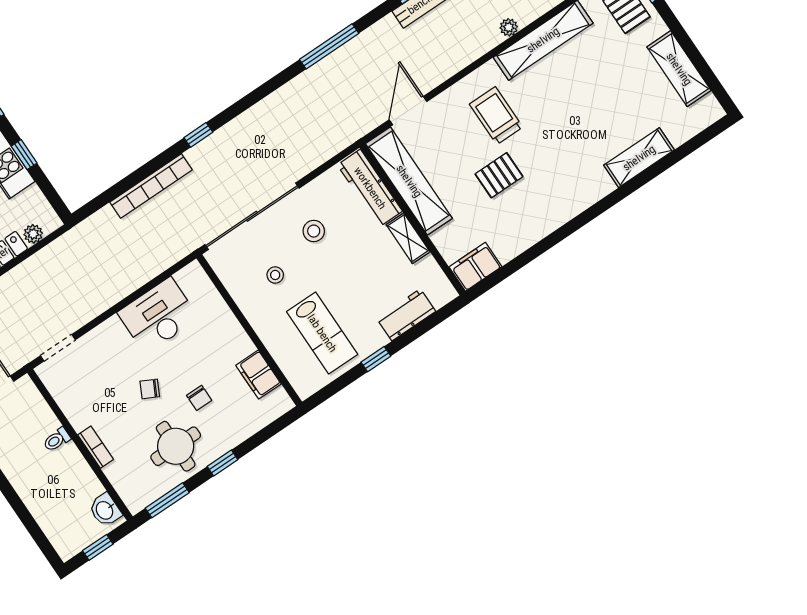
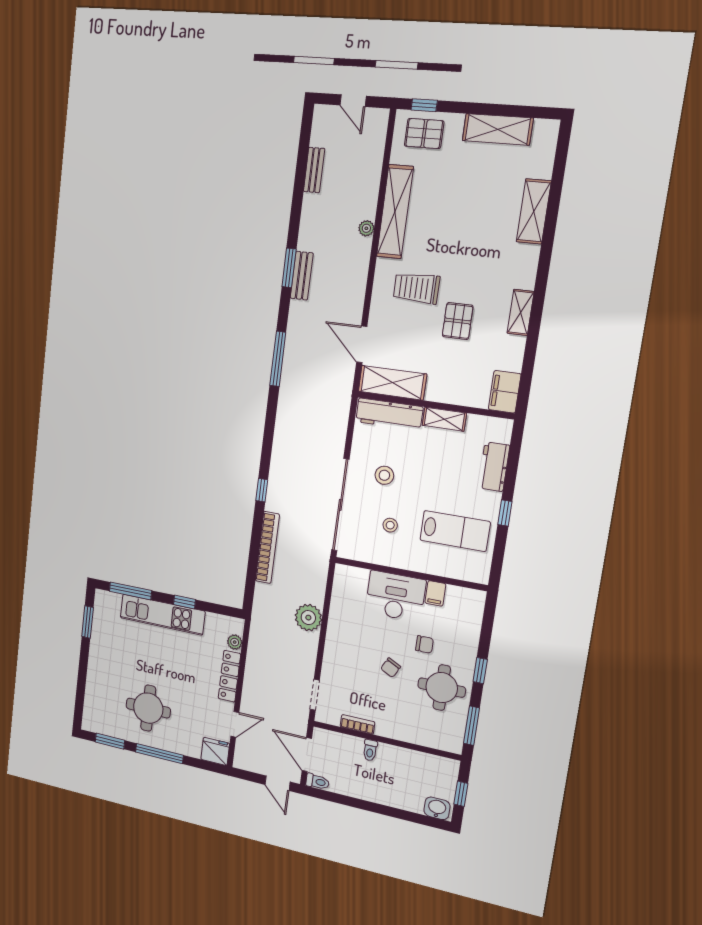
shelving: (409, 181) -> (392, 383), width x0.68
shelving: (551, 221) -> (521, 312), added
plant: (123, 279) -> (308, 618), added
desk: (158, 315) -> (395, 596), moved, turned 90
filing cabinet: (258, 375) -> (435, 593), width x0.50
bookcase: (96, 447) -> (357, 724), moved
washbasin: (105, 510) -> (437, 808), moved, turned 180

